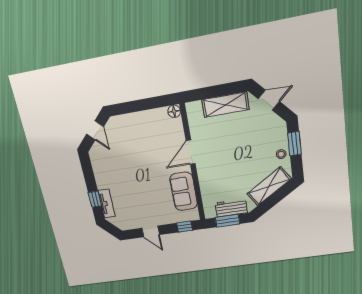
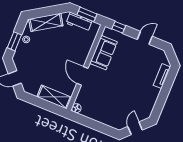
shelving: (225, 105) -> (54, 97), moved
door: (191, 152) -> (82, 76), swing flipped
window: (95, 199) -> (168, 84), removed
door: (151, 231) -> (145, 38), hinge flipped

